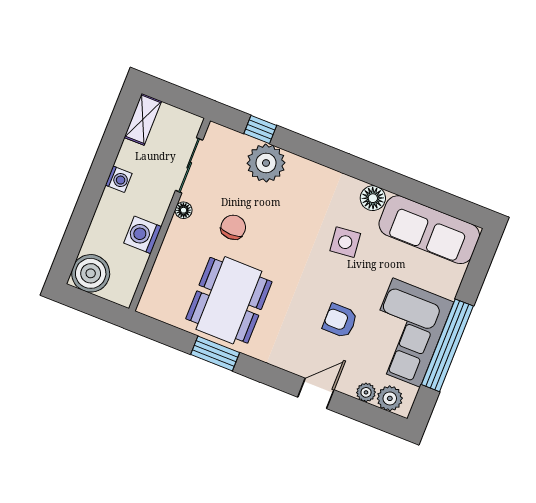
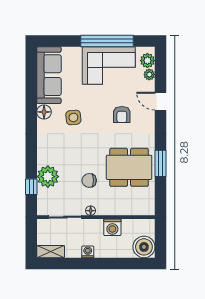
armchair: (340, 321) -> (122, 115), moved

